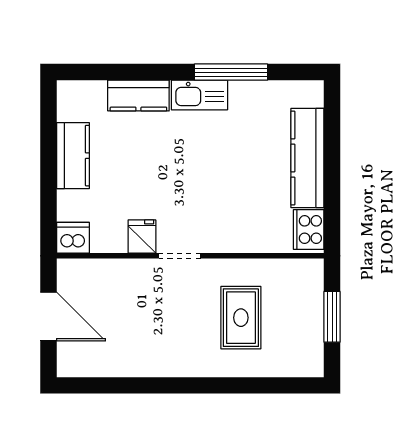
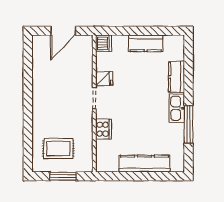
cooker: (309, 230) -> (104, 129), moved, turned 90
rug: (241, 318) -> (58, 149), moved

